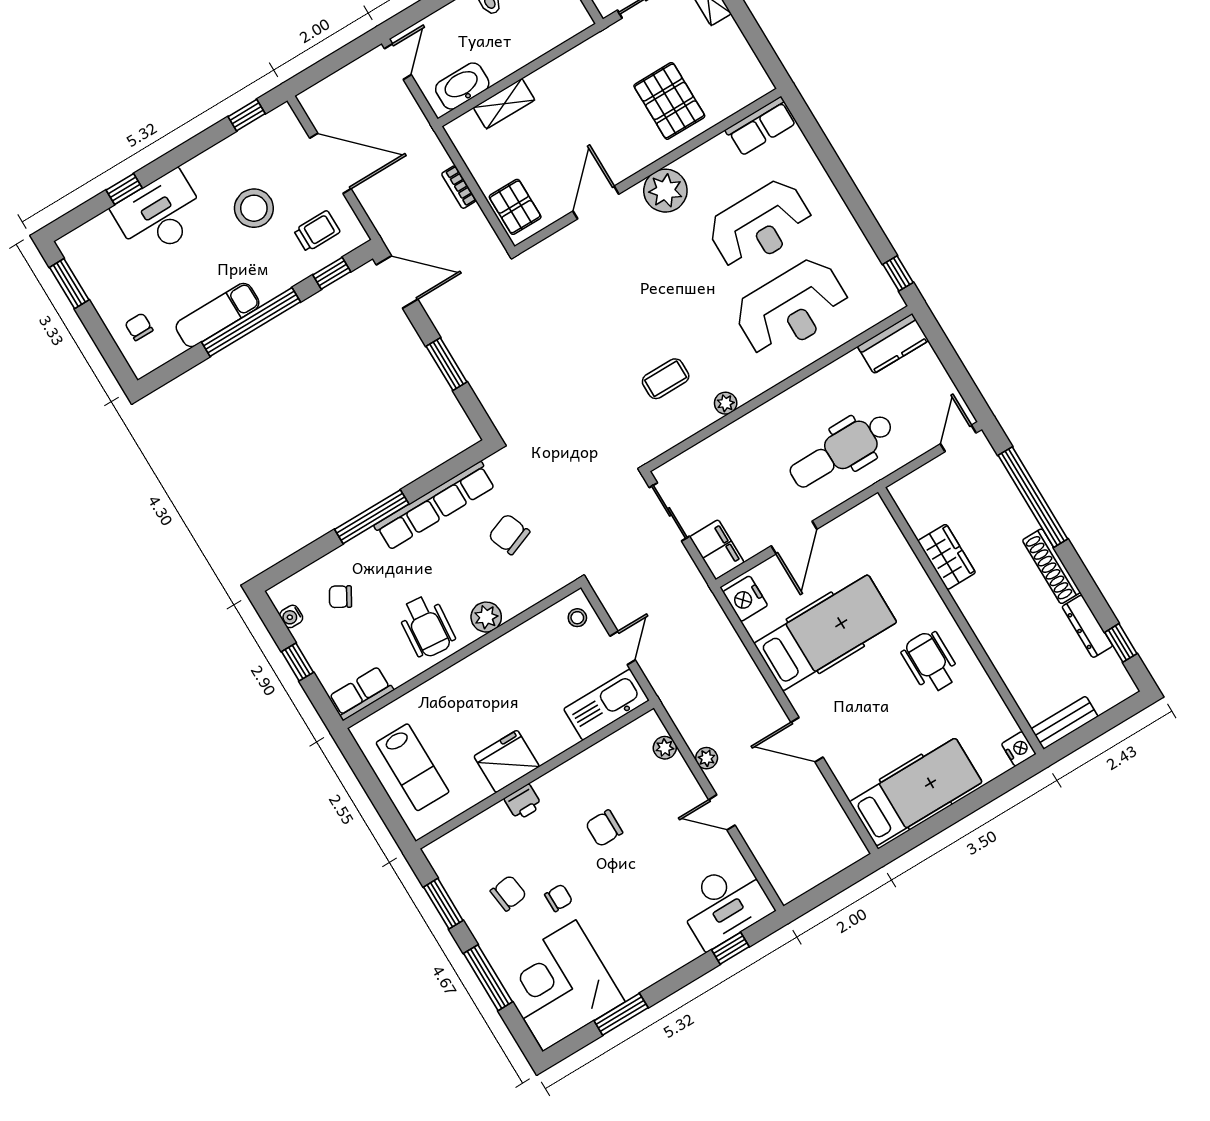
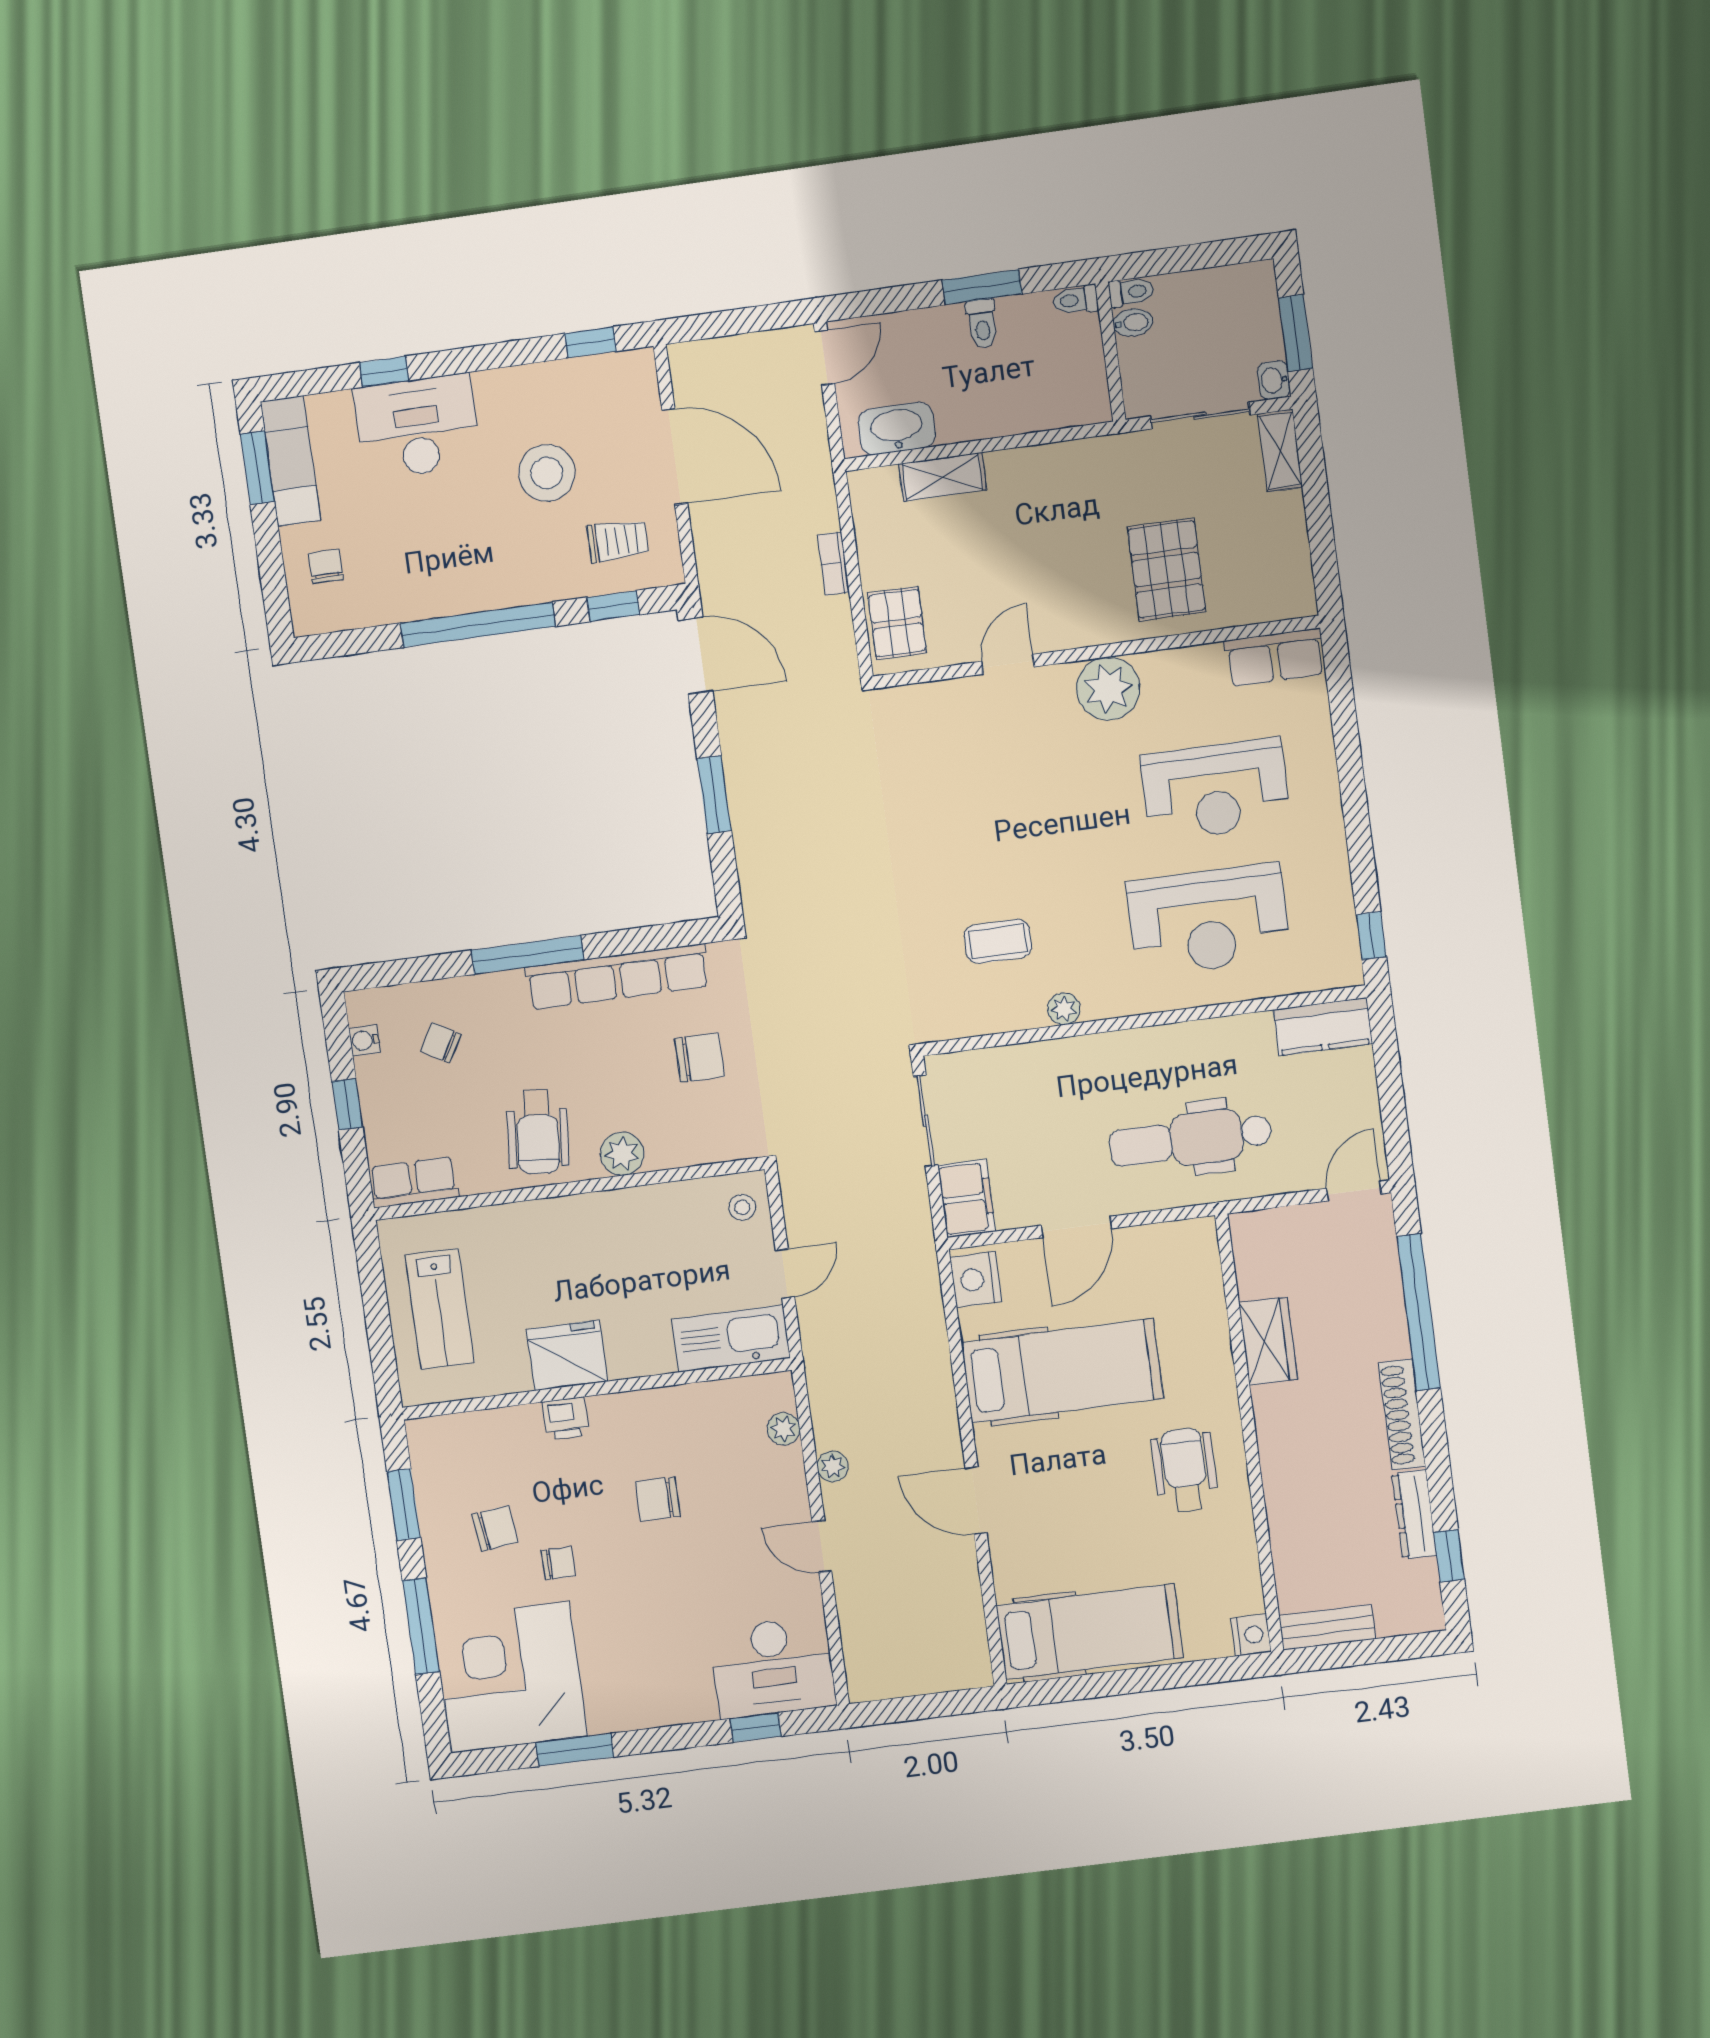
door: (596, 203) -> (1008, 664), width x0.73
exam couch: (218, 315) -> (290, 461), moved, turned 90
chair: (509, 534) -> (700, 1058), turned 111

